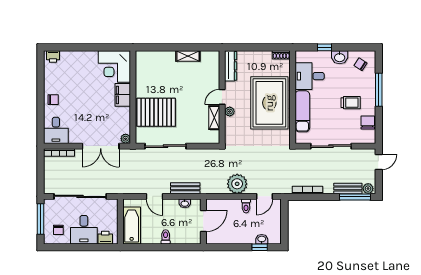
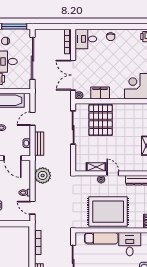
filing cabinet: (123, 95) -> (100, 93), moved
plant: (237, 184) -> (43, 175), moved

